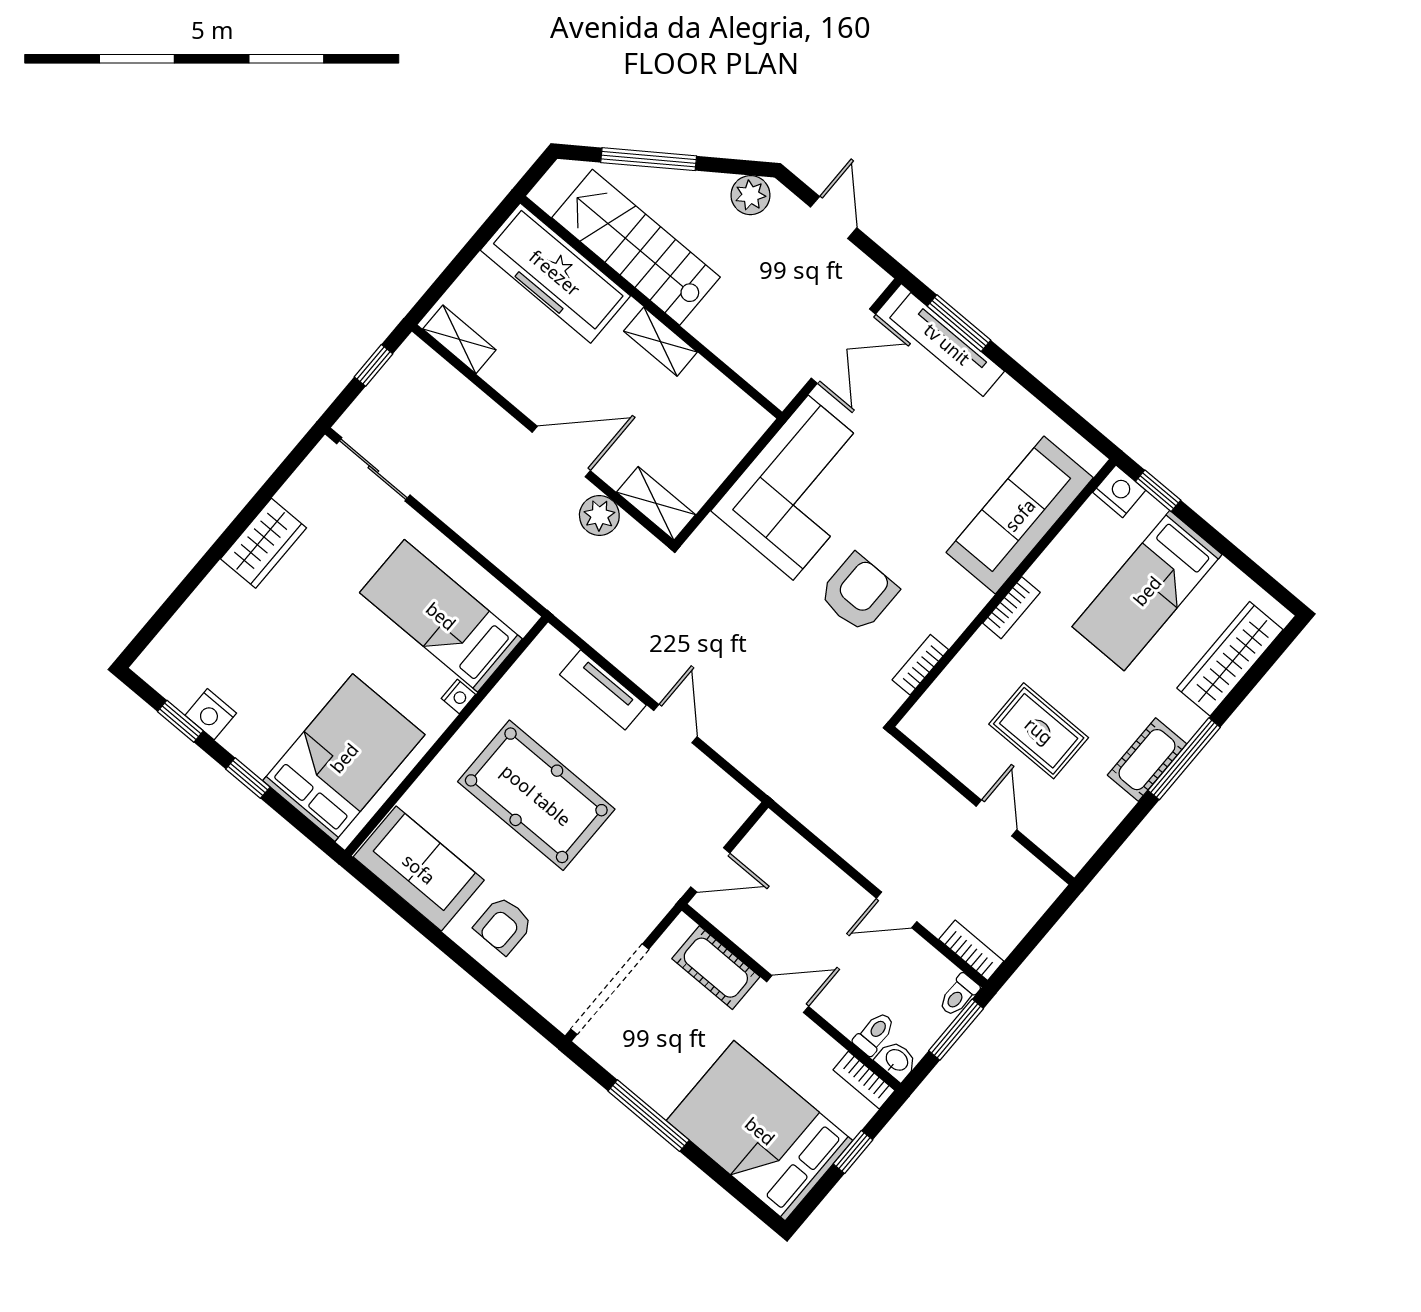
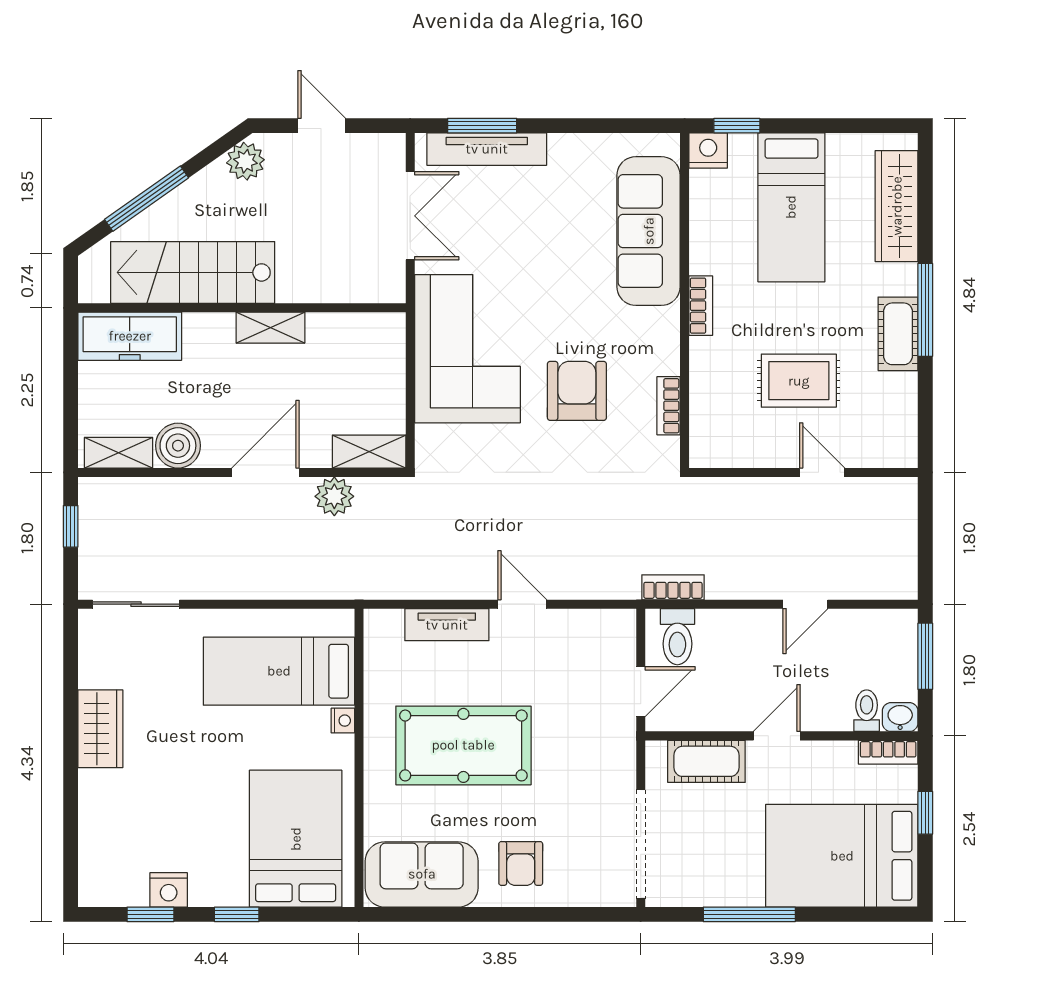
freezer: (555, 273) -> (130, 336), width x0.73, depth x0.79
boiler: (511, 373) -> (178, 446), added
bookcase: (971, 950) -> (673, 587), moved
toilet: (959, 995) -> (677, 637), moved, width x1.37, depth x1.39

